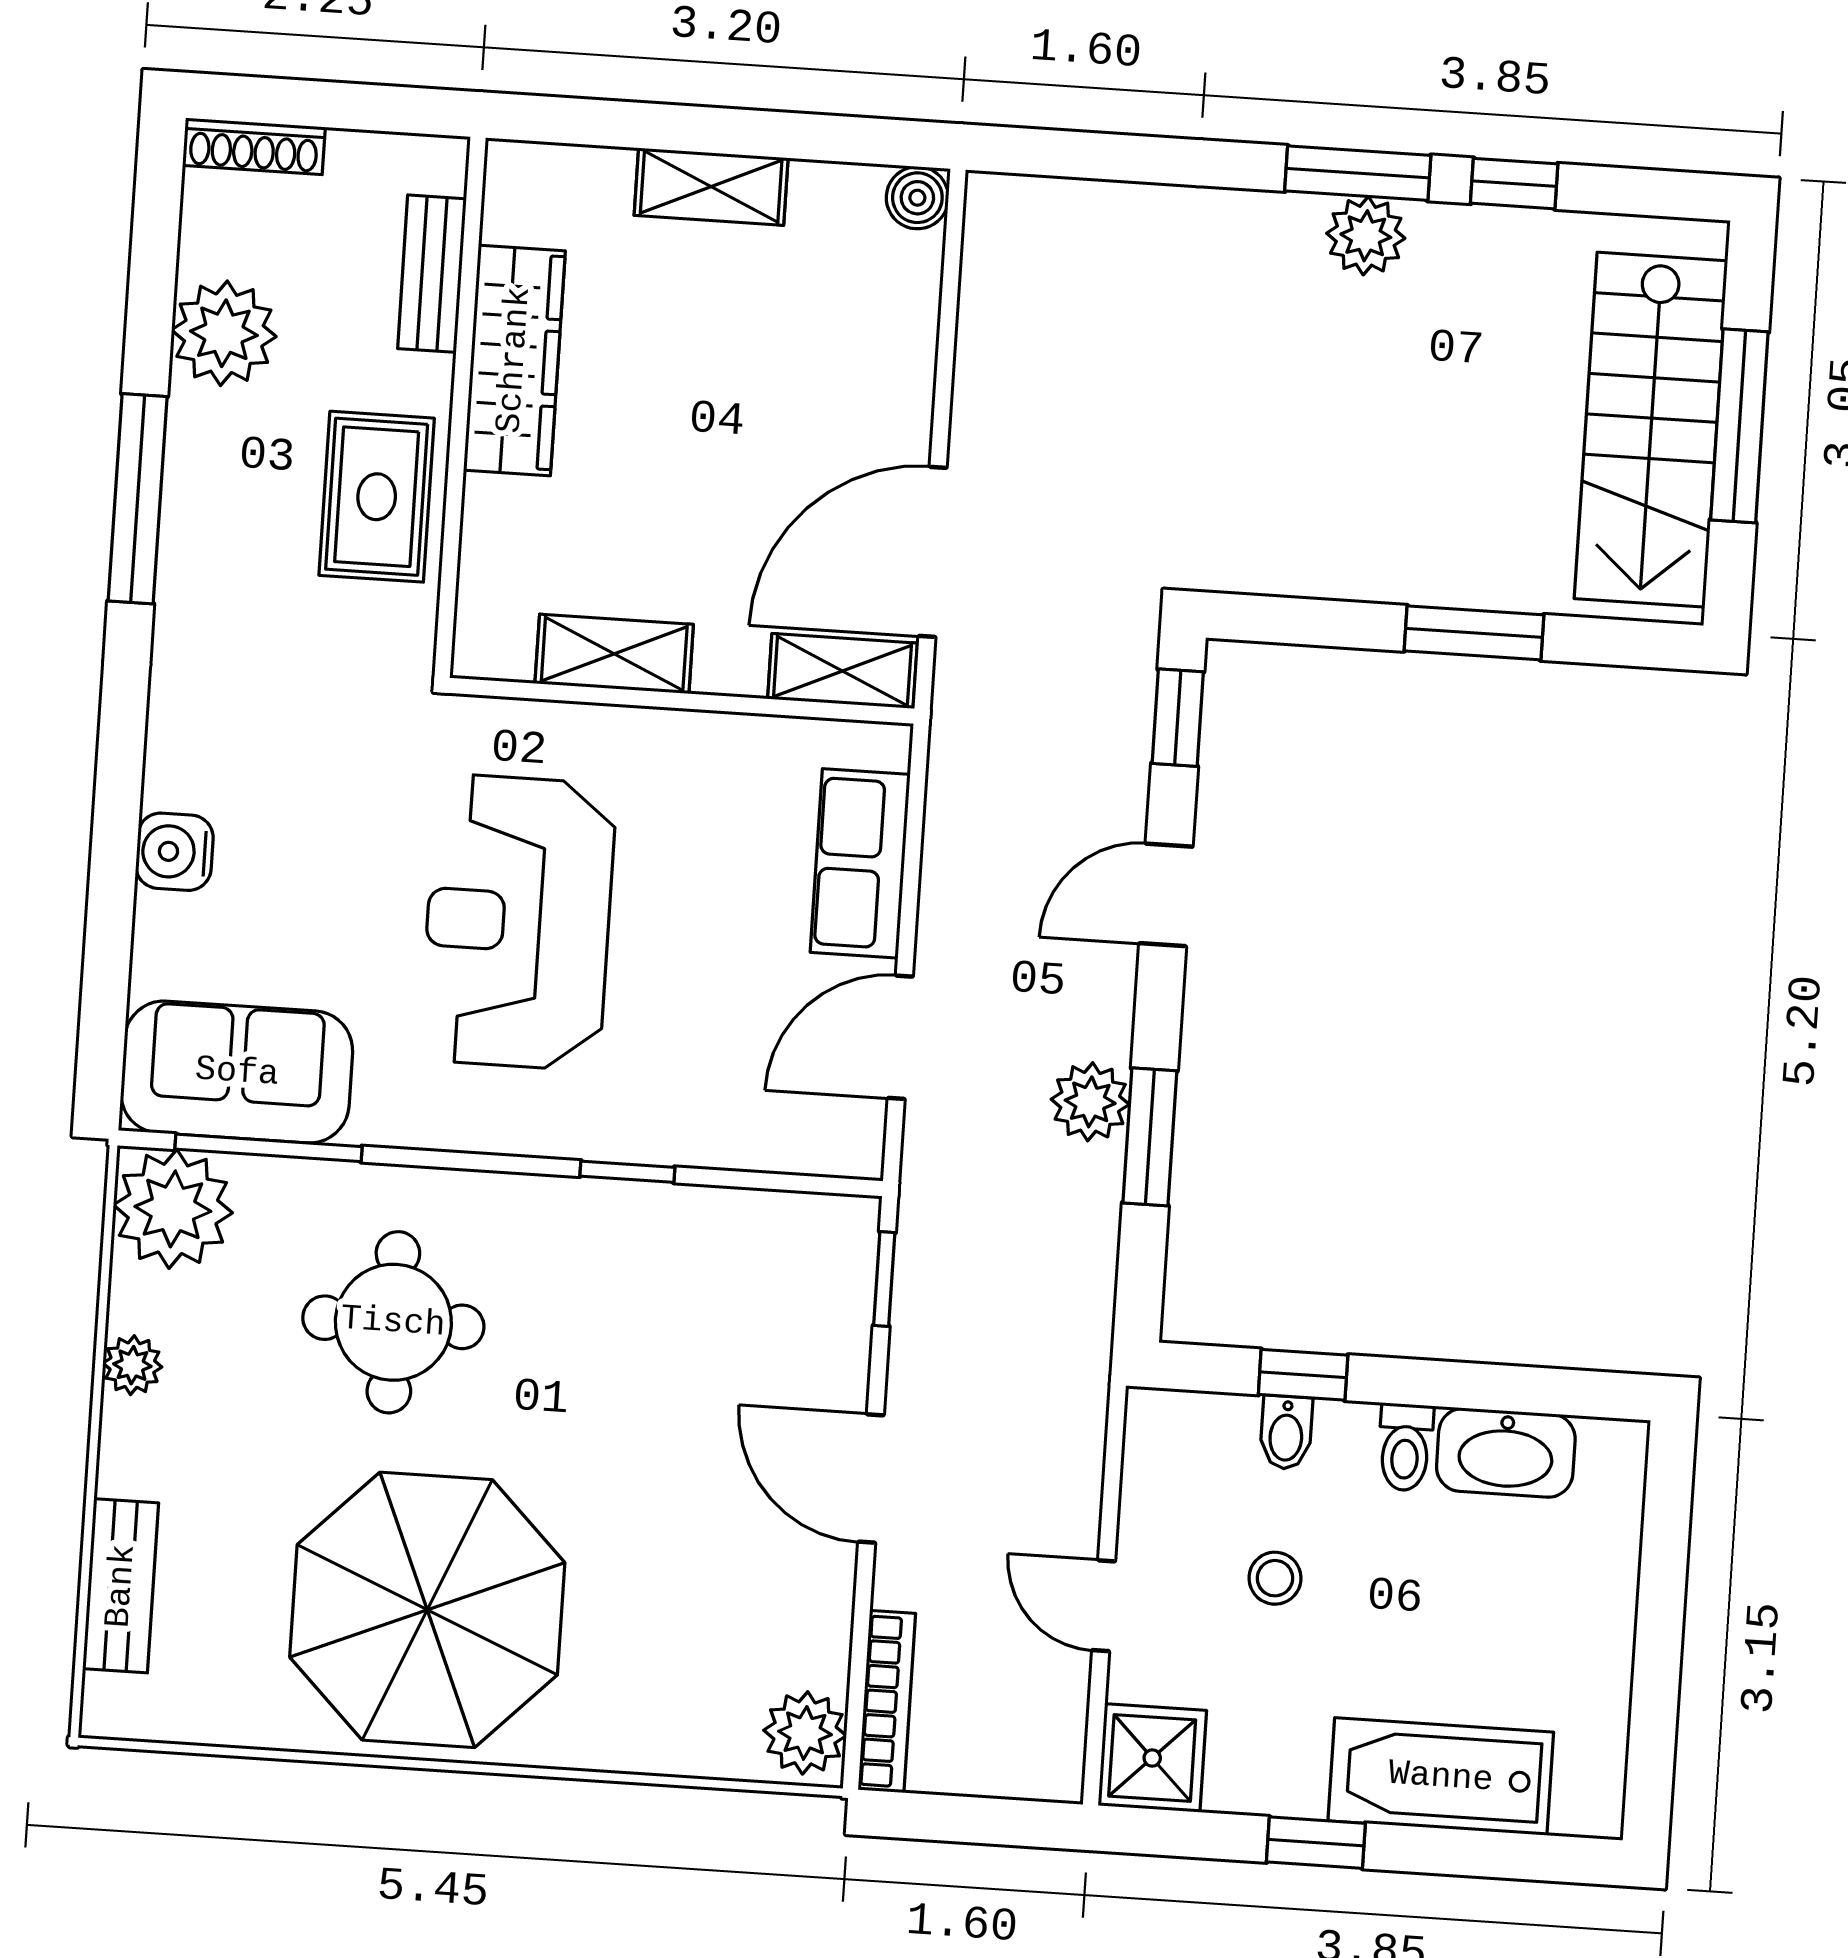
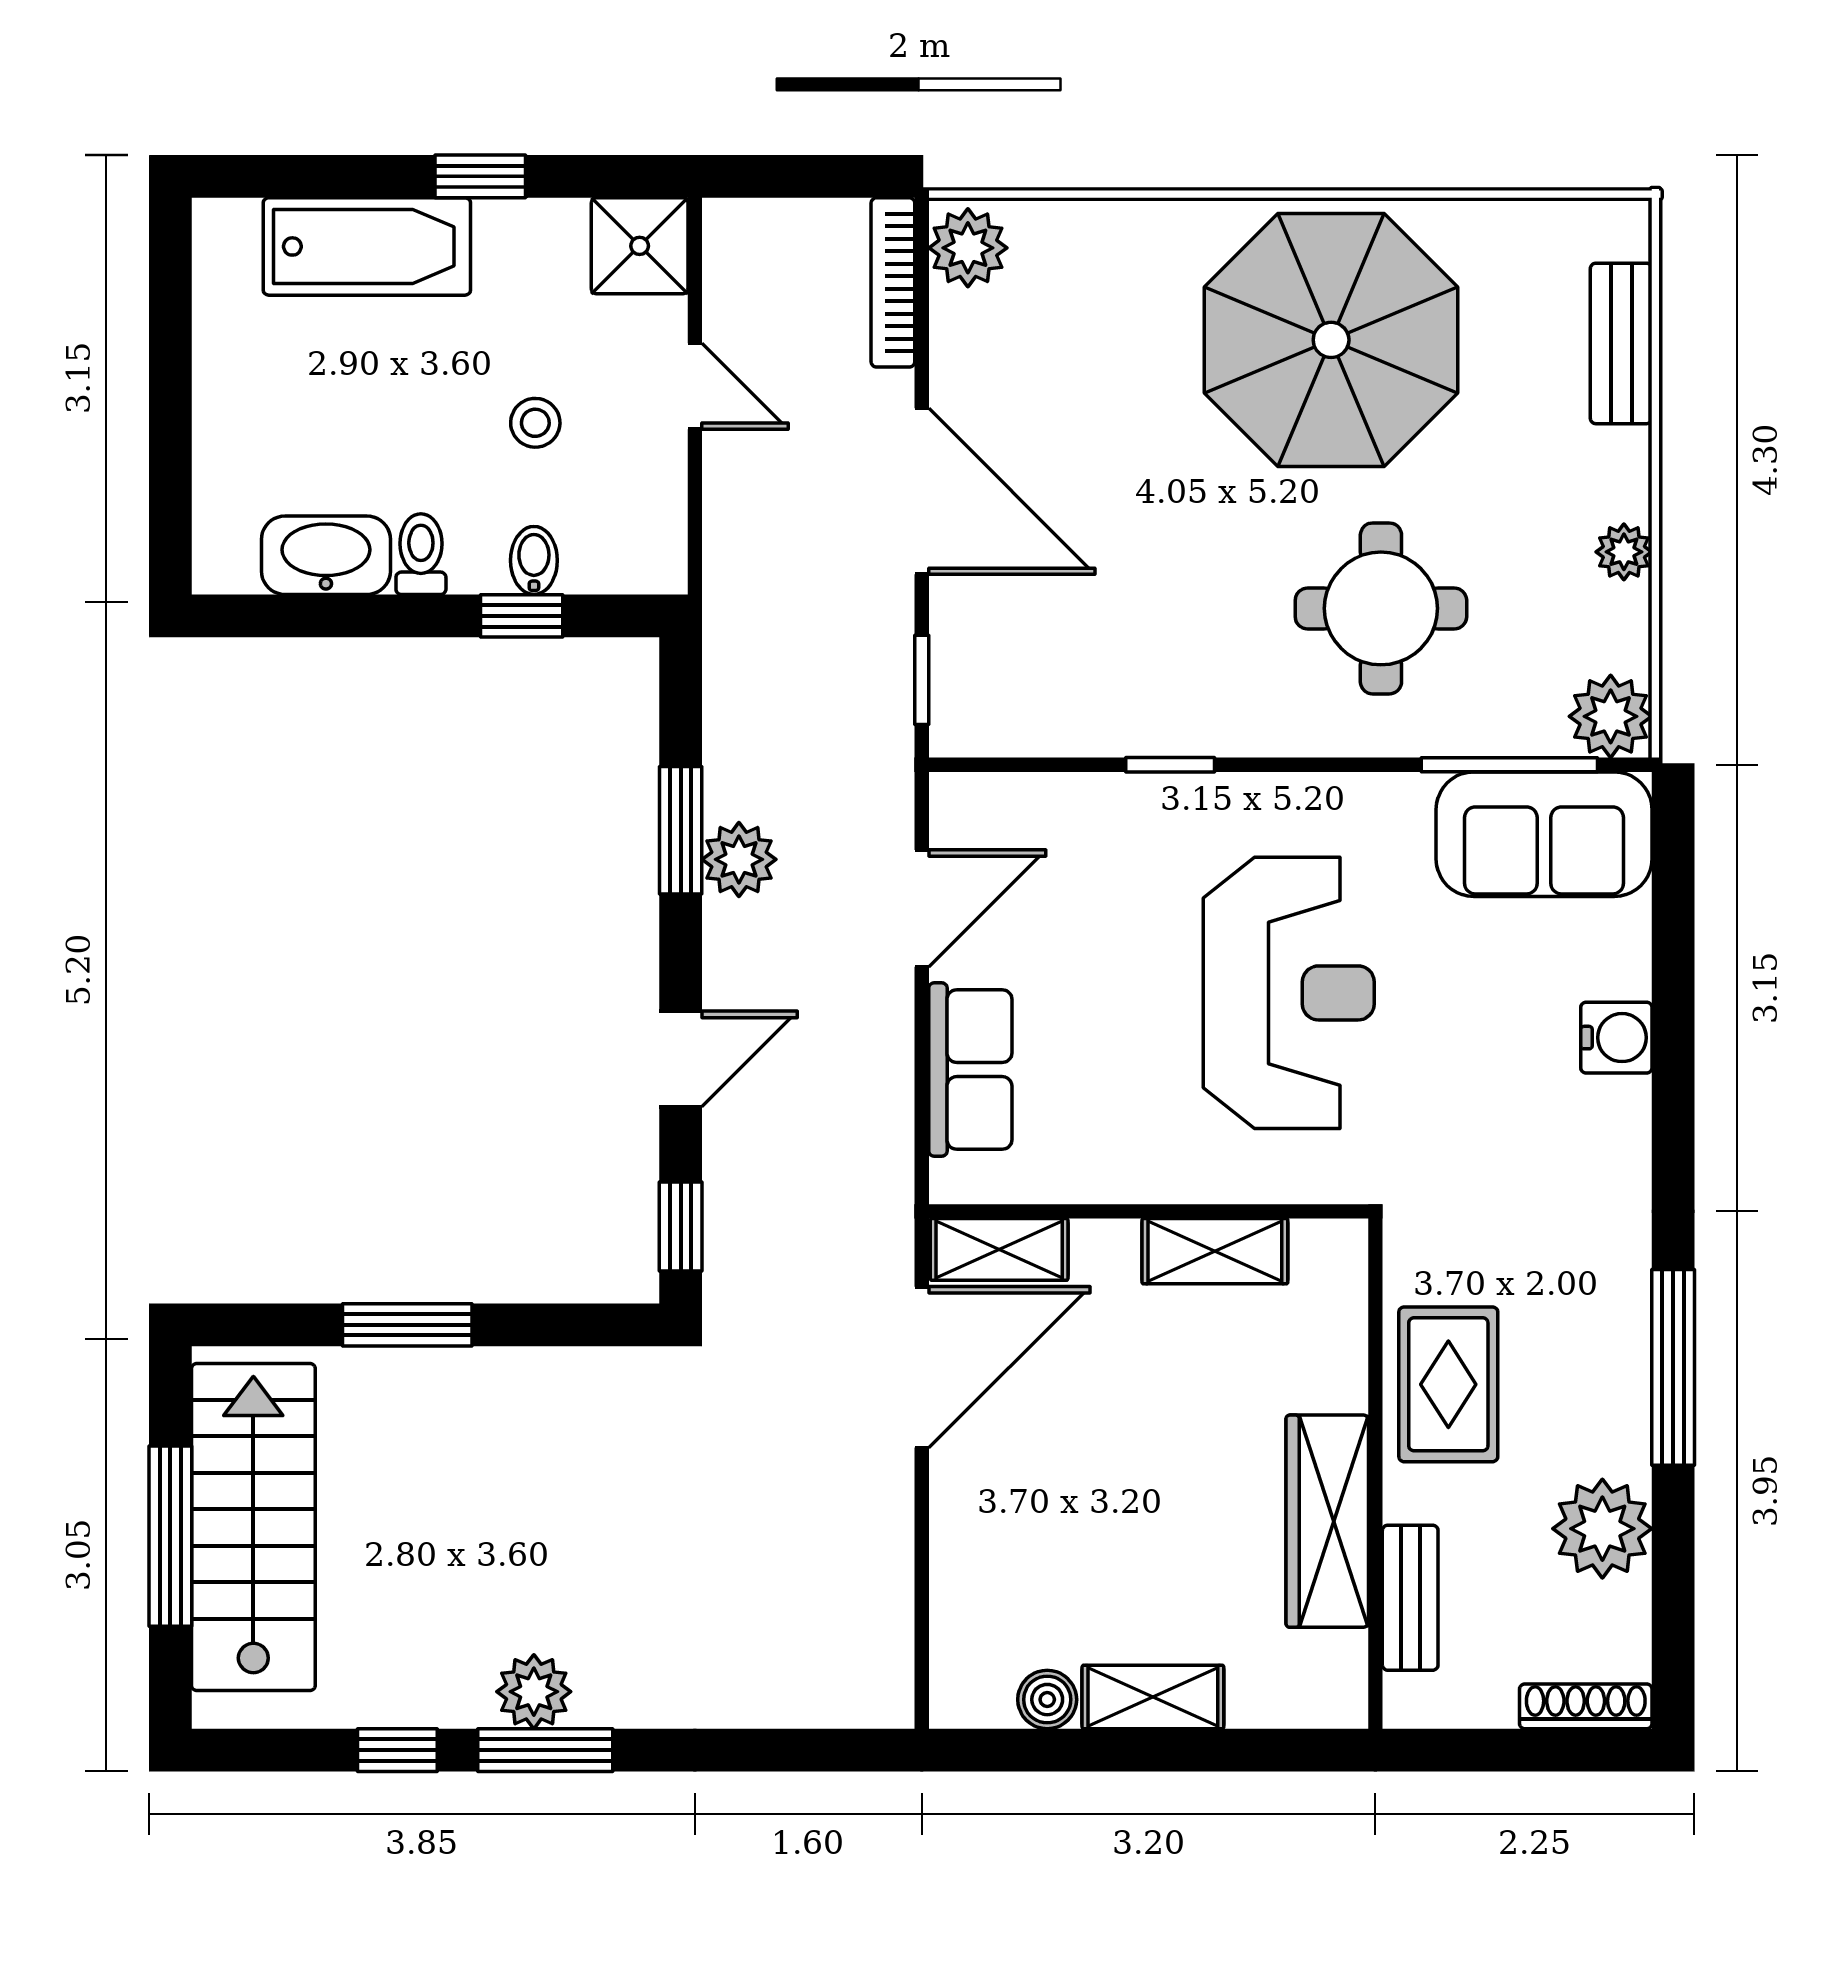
boiler: (917, 198) -> (1047, 1700), moved
plant: (173, 1209) -> (1611, 716), width x0.73, depth x0.73
door: (871, 1478) -> (922, 491), width x1.36

